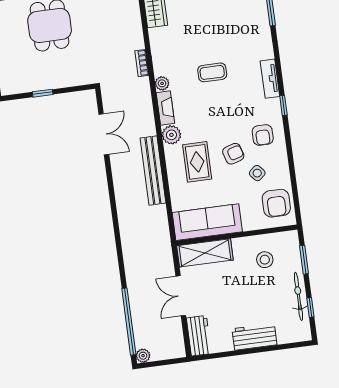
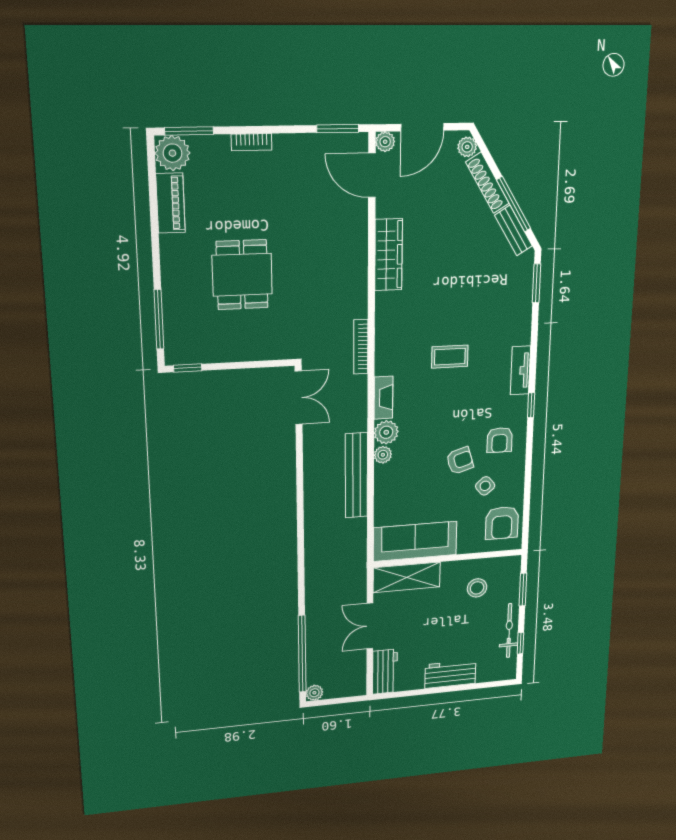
bookcase: (142, 63) -> (361, 347), width x1.56
plant: (162, 83) -> (383, 455), moved
window: (43, 93) -> (188, 368), moved
double door: (104, 134) -> (299, 398), moved
rug: (197, 162) -> (414, 468), removed

